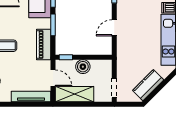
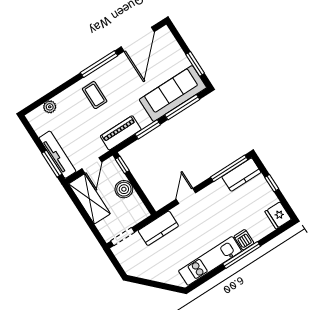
door: (114, 28) -> (186, 196), hinge flipped
kitchen counter: (148, 85) -> (158, 228), moved, turned 135
window: (35, 104) -> (52, 164), added

